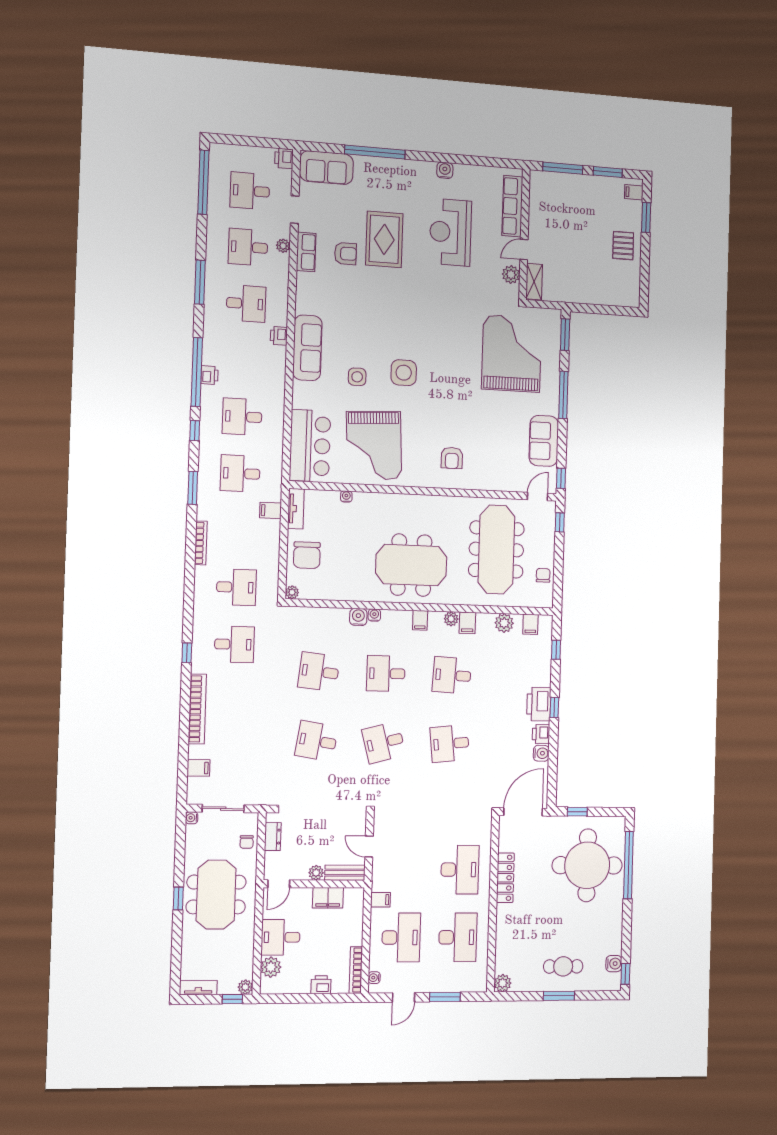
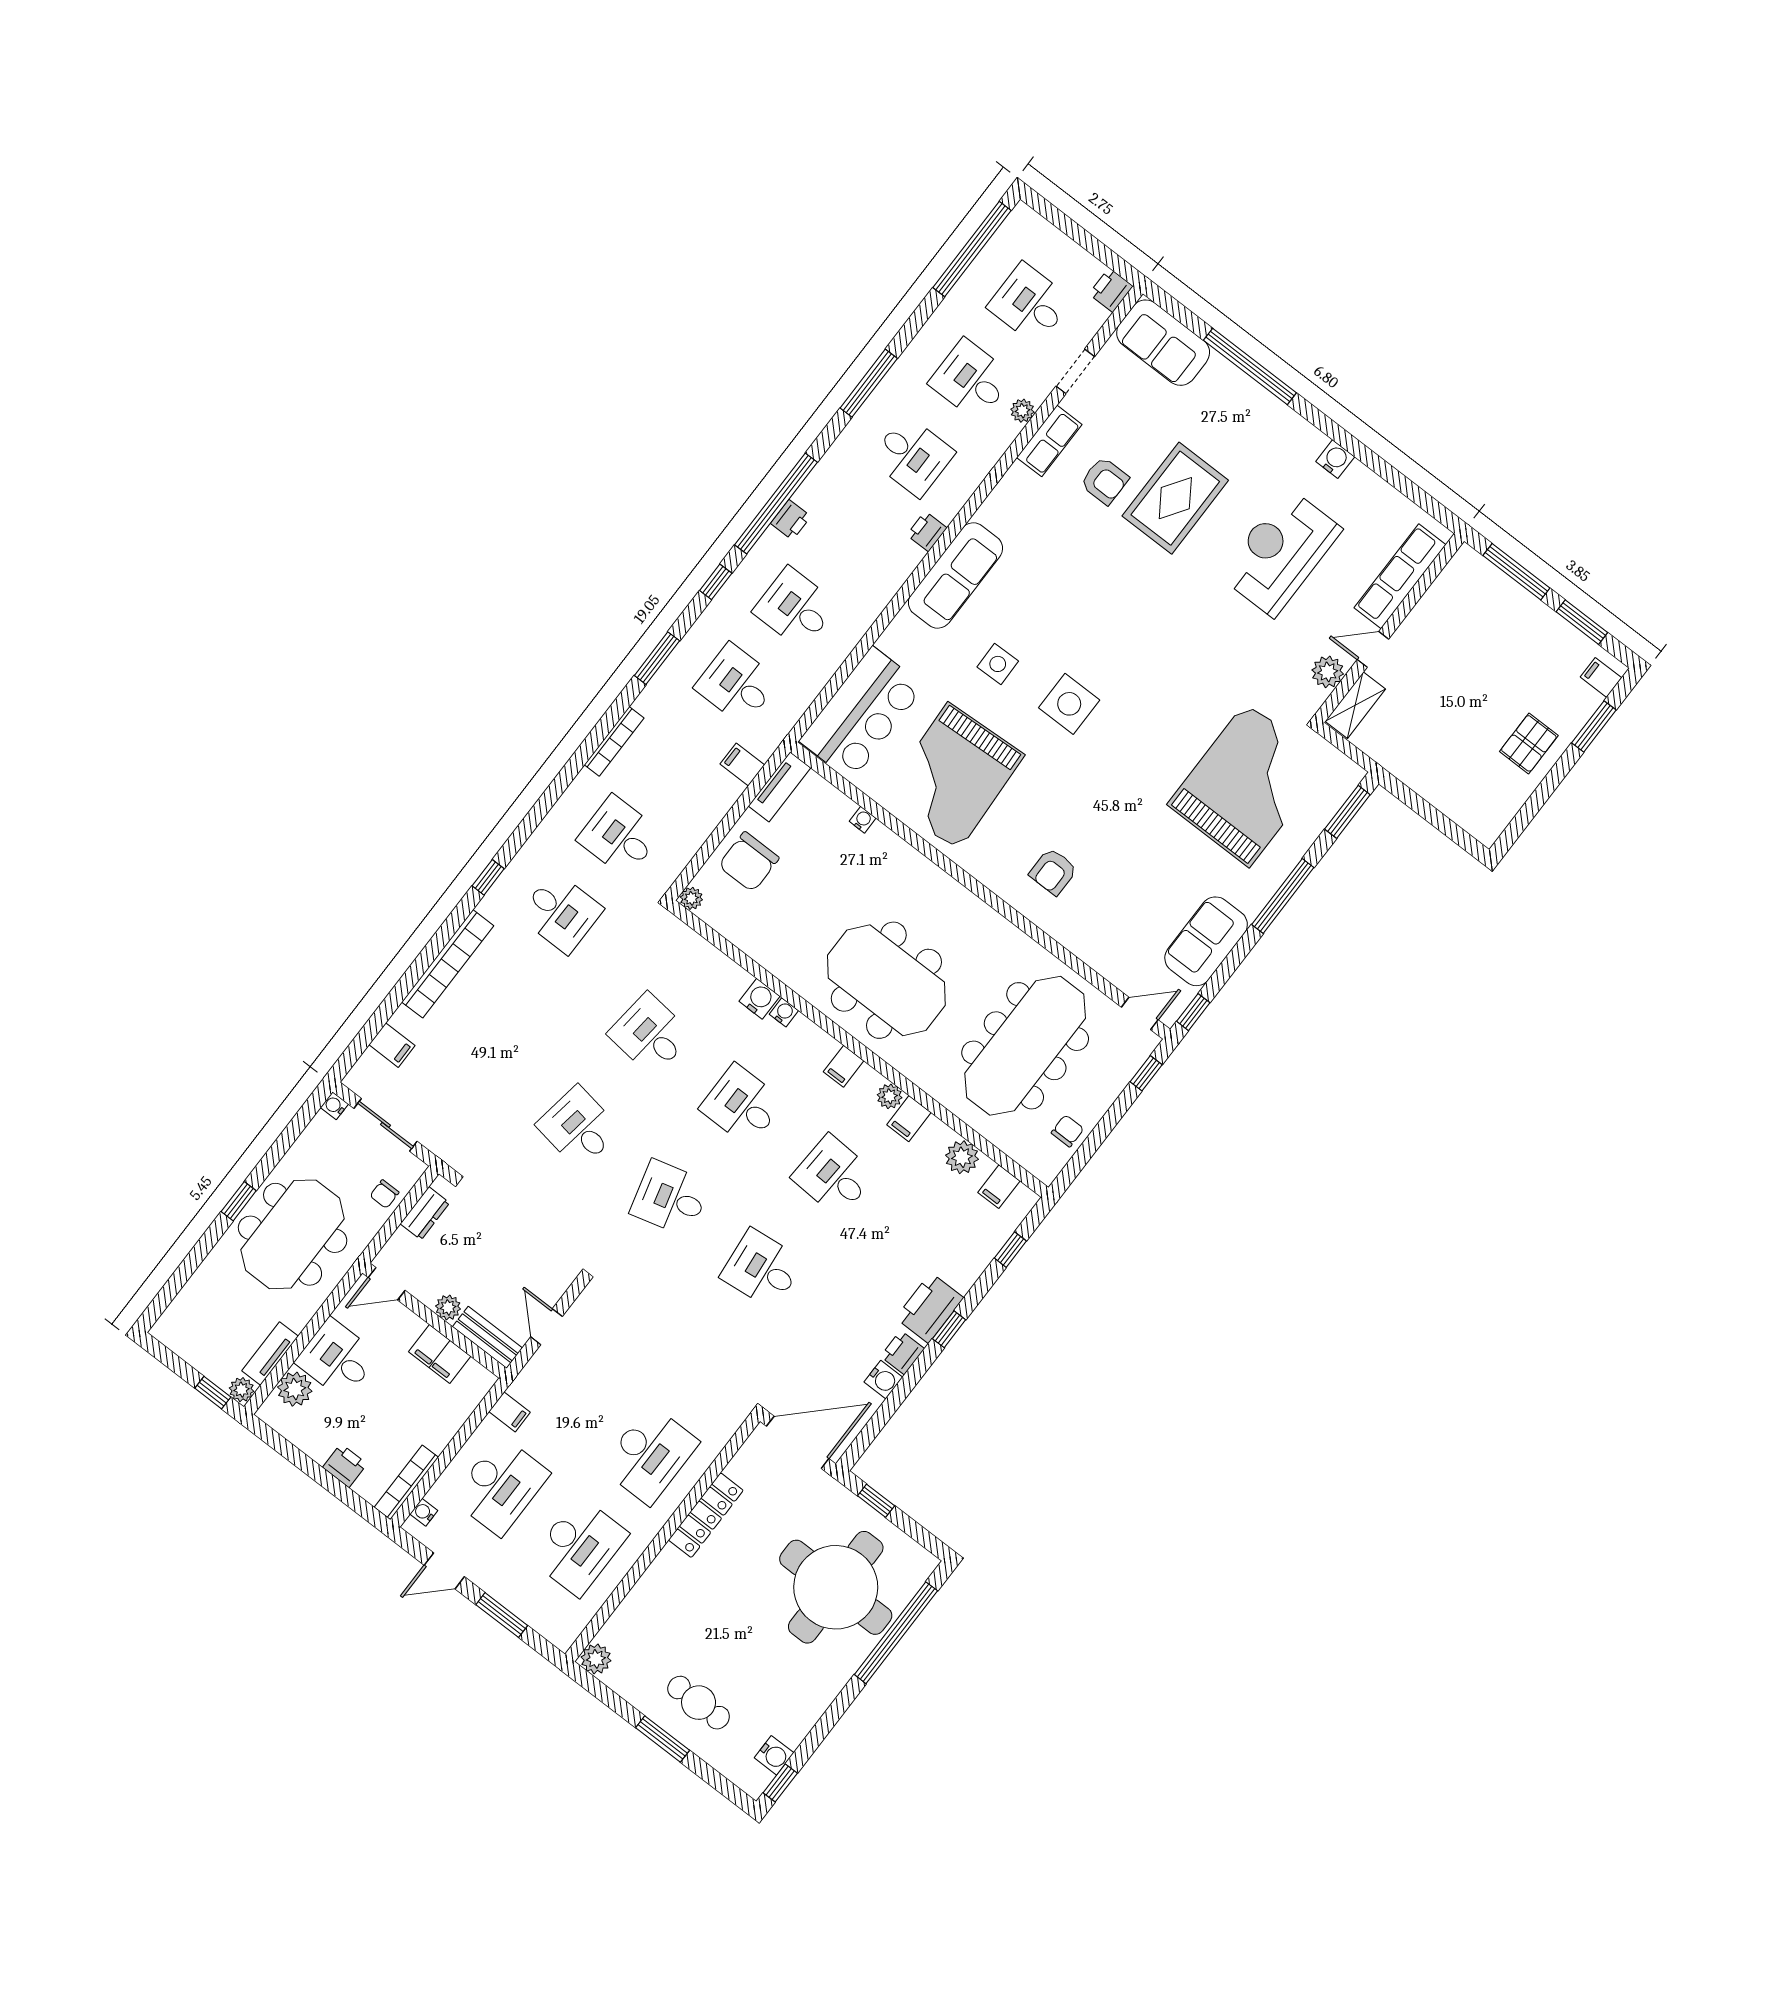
desk: (236, 587) -> (619, 836), turned 180
tv unit: (198, 988) -> (270, 1354), moved, turned -90

